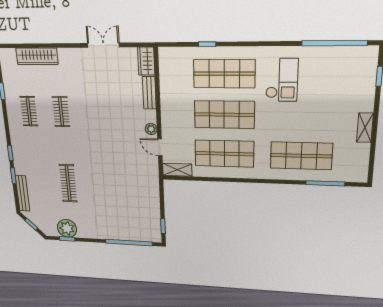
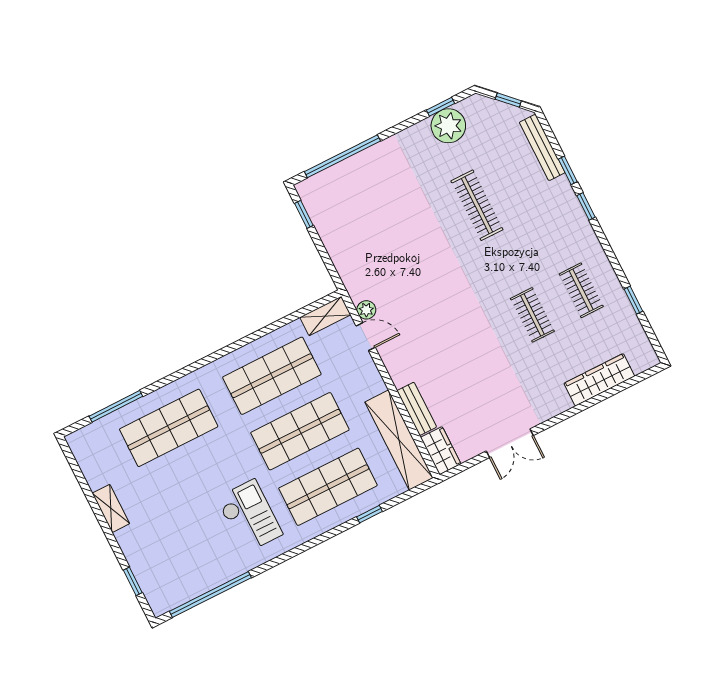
shelving: (168, 80) -> (399, 440), added
checkout: (282, 80) -> (249, 516), turned 180
plant: (151, 129) -> (366, 310), moved

